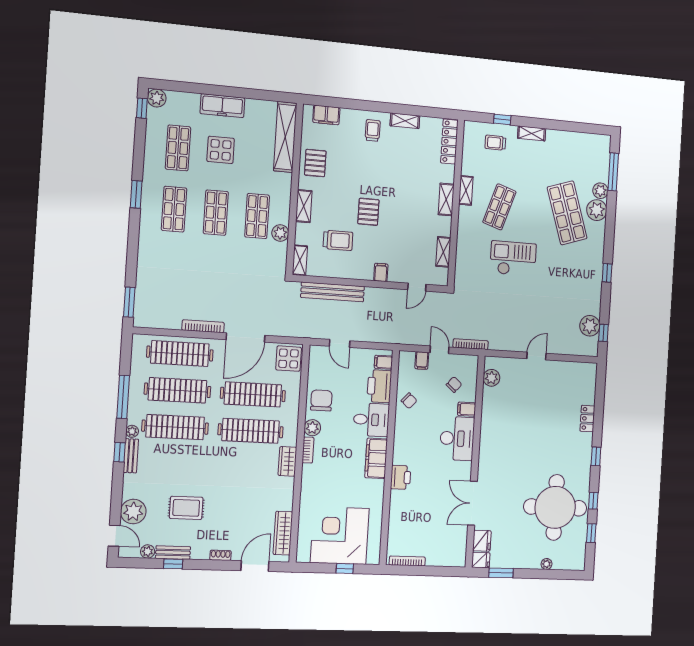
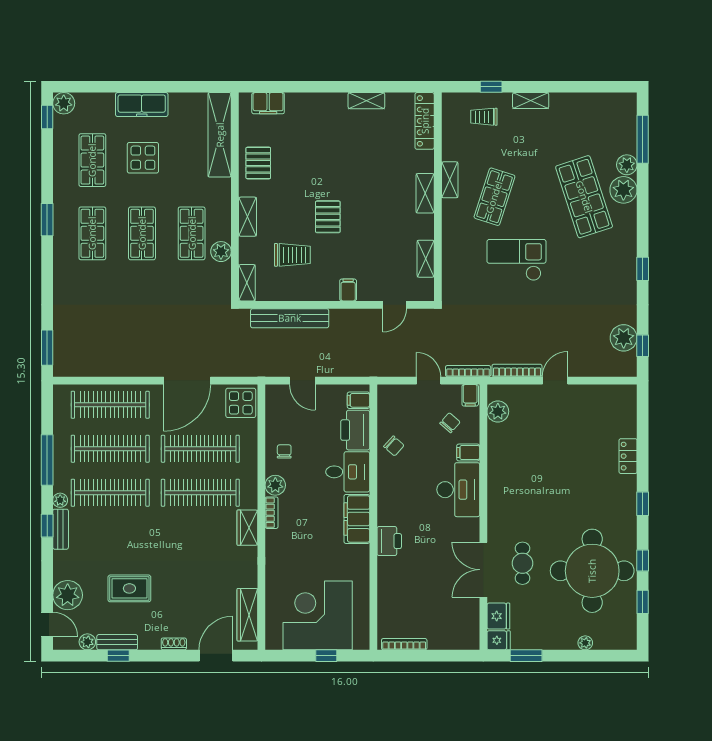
trolley: (373, 130) -> (327, 117), removed
bookcase: (203, 326) -> (517, 370), moved
filing cabinet: (422, 361) -> (470, 395), moved
chair: (321, 400) -> (284, 451), width x0.54, depth x0.54
cafe table: (503, 499) -> (522, 563), added

